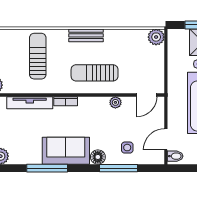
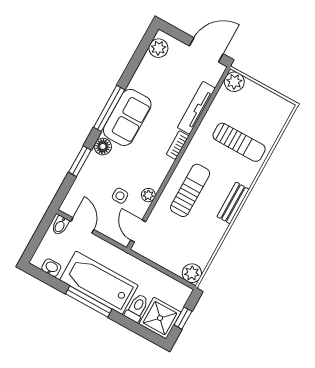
side table: (127, 148) -> (120, 196), moved
window: (47, 168) -> (109, 108), moved
window: (119, 168) -> (80, 161), width x0.69

